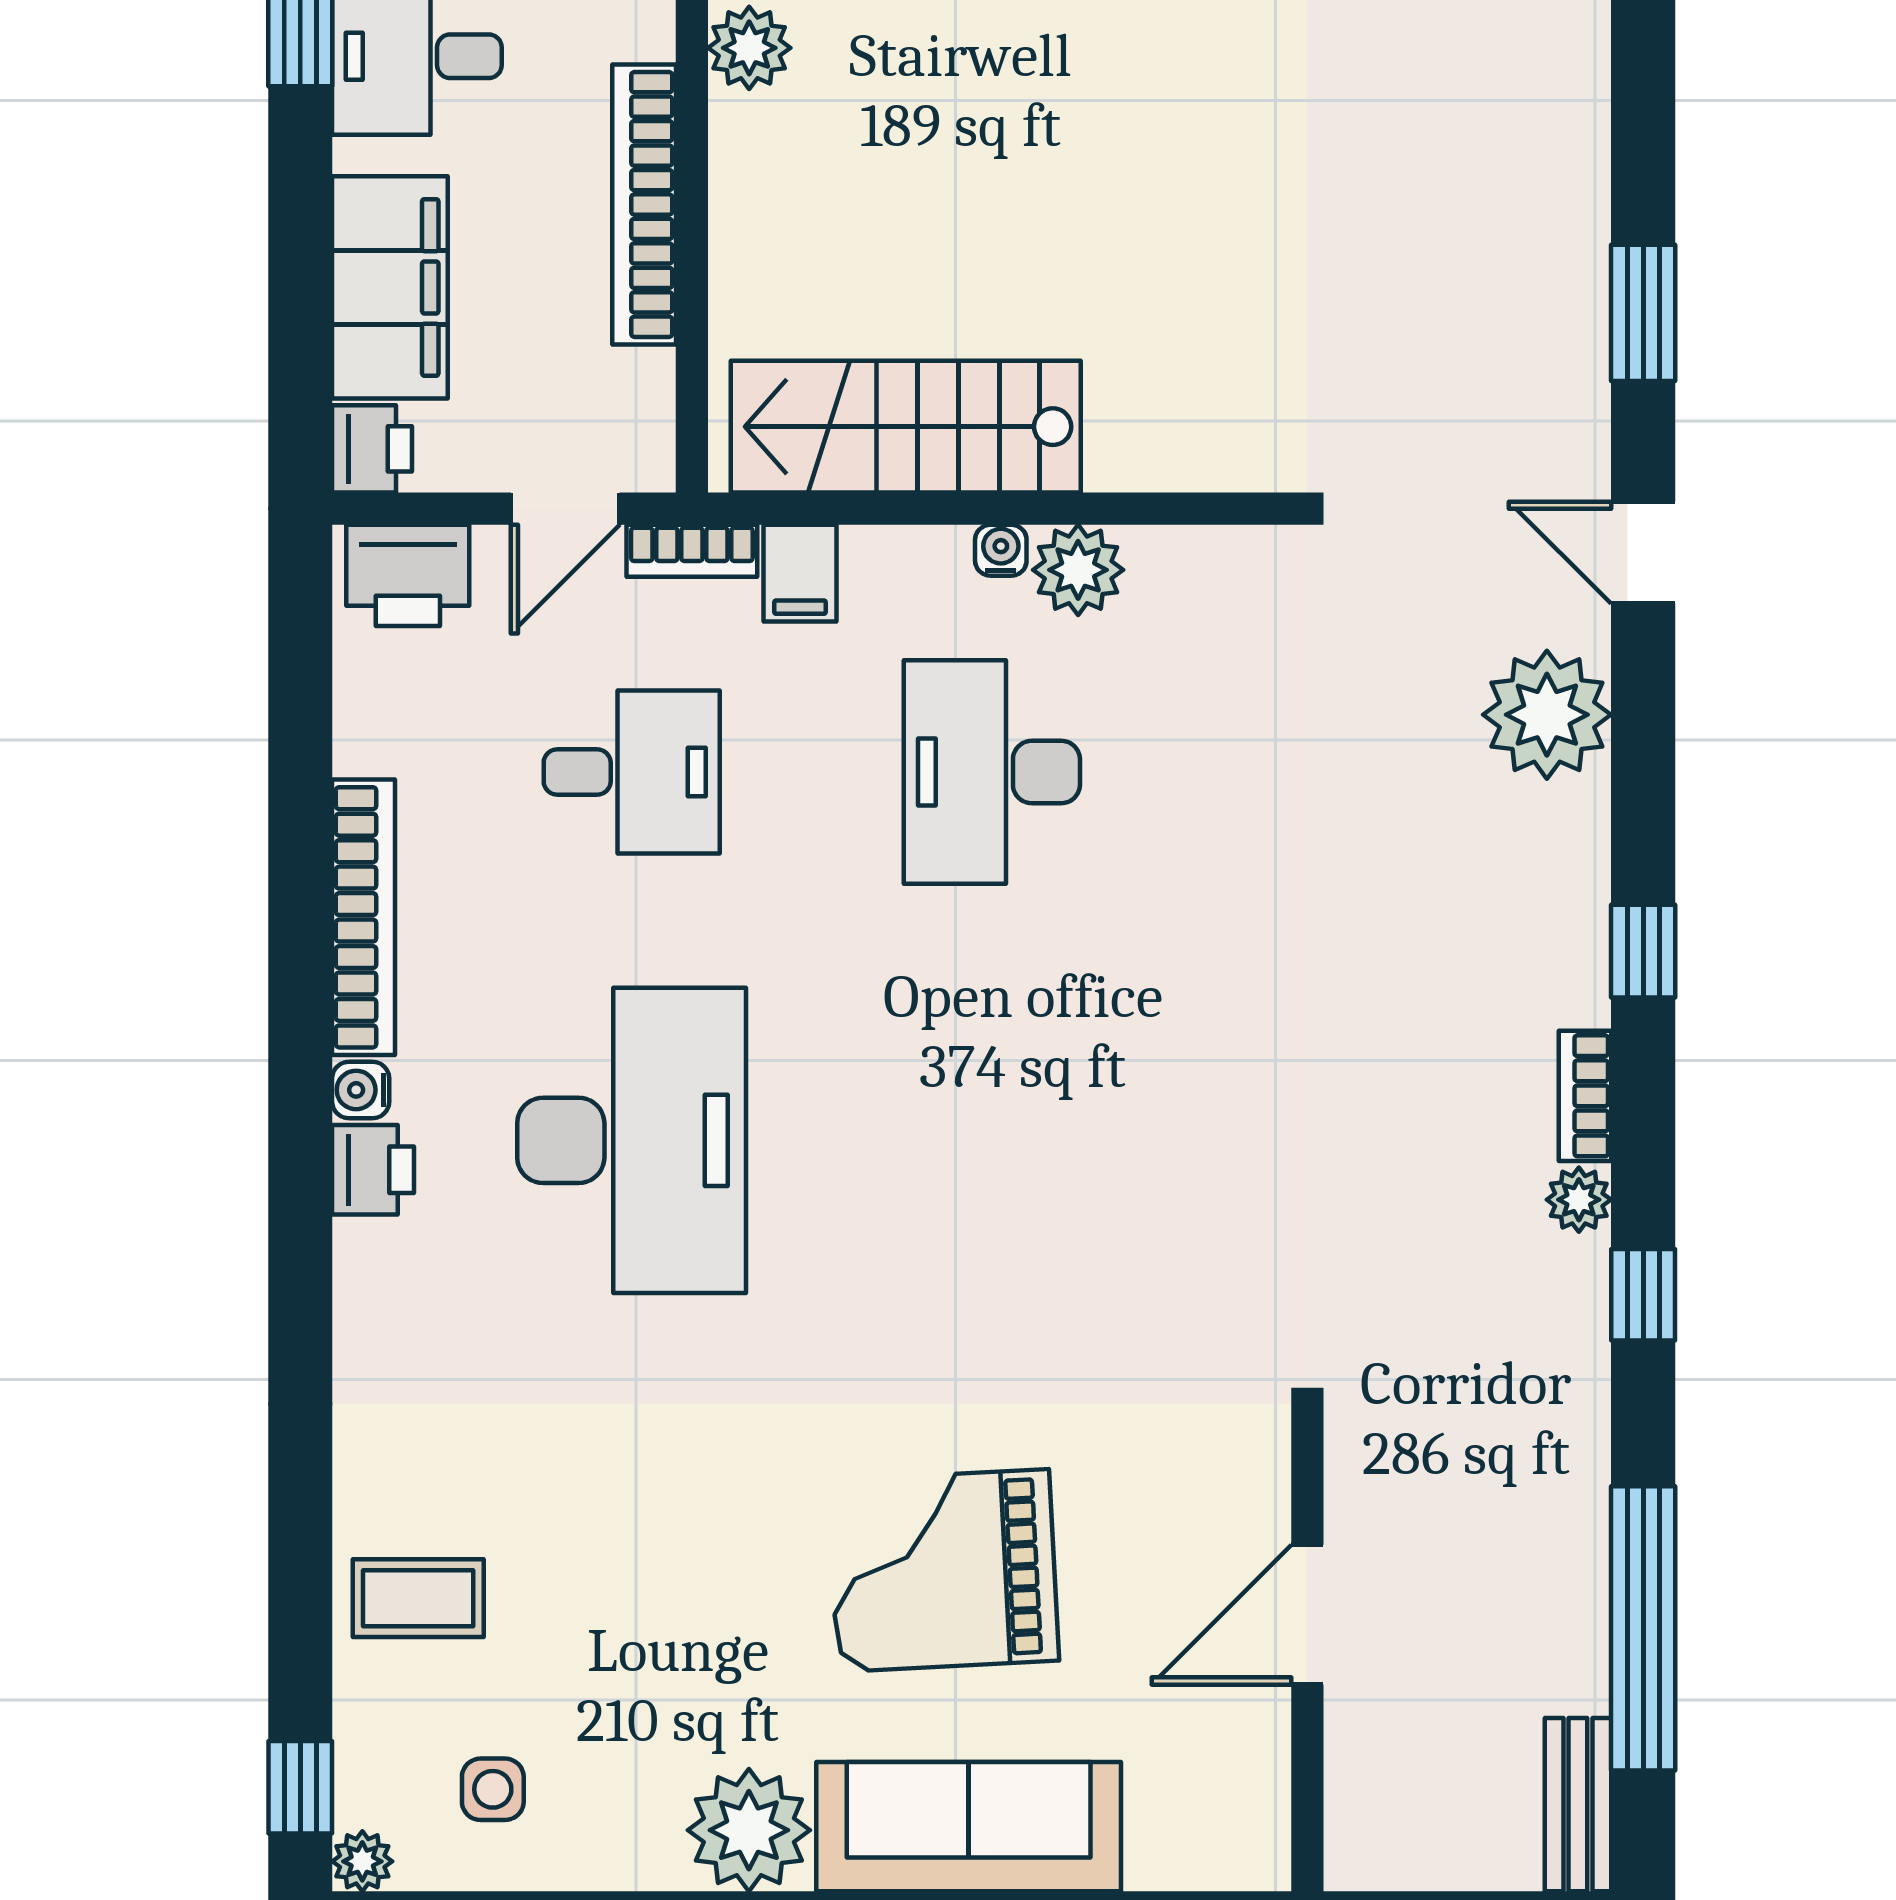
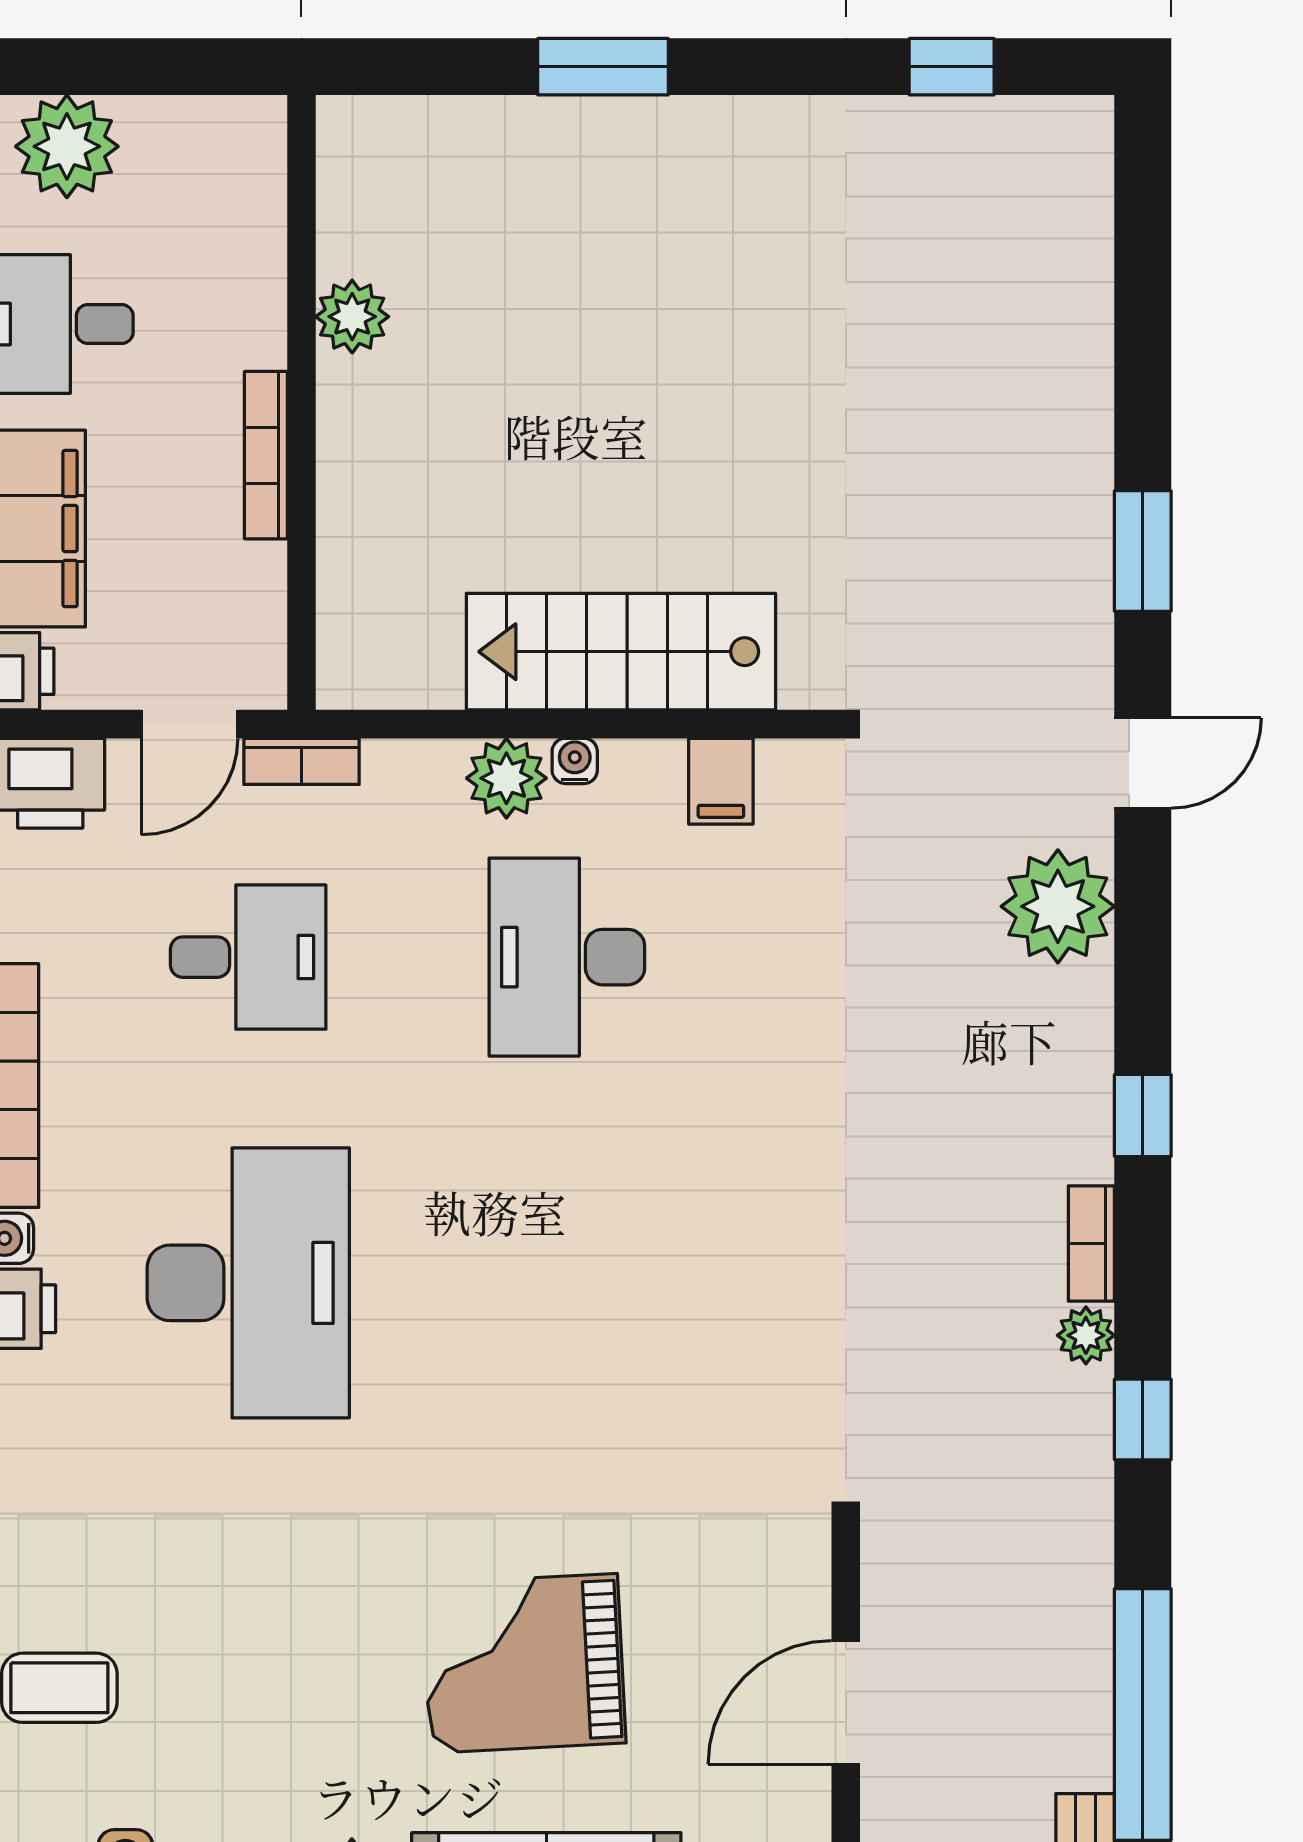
bookcase: (644, 204) -> (266, 455), width x0.68, depth x0.76
stairs: (906, 427) -> (621, 652), moved
door: (1643, 553) -> (1143, 763), swing flipped
plant: (1078, 570) -> (506, 778), moved
filing cabinet: (800, 573) -> (721, 781), moved

